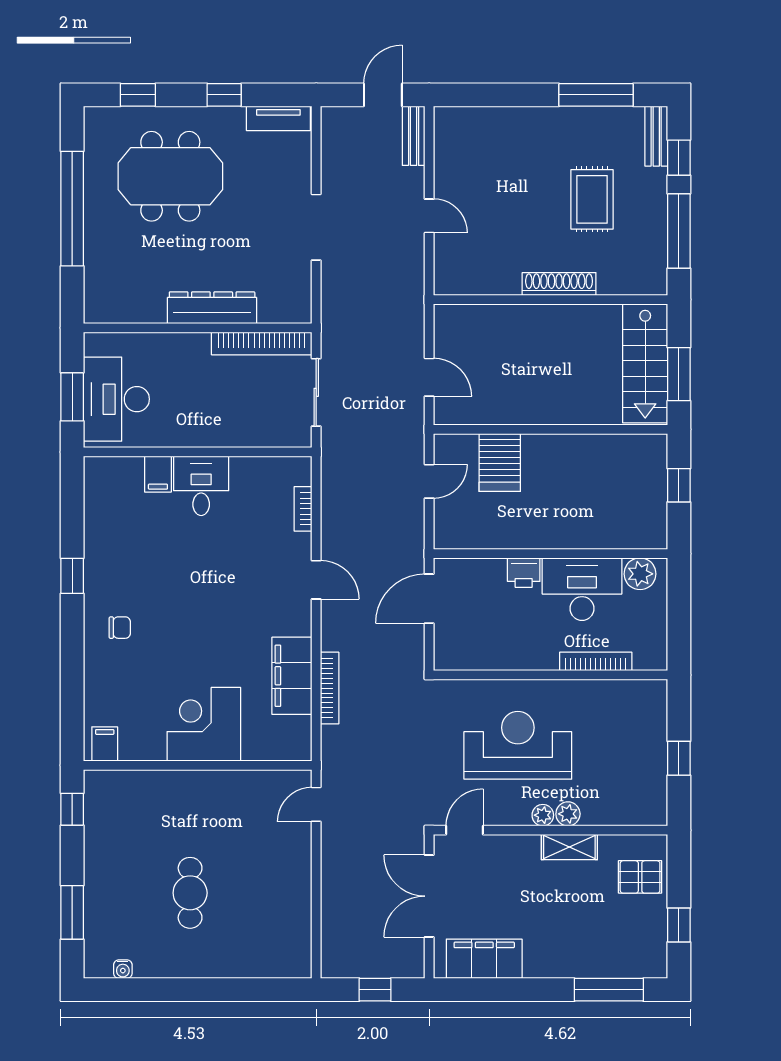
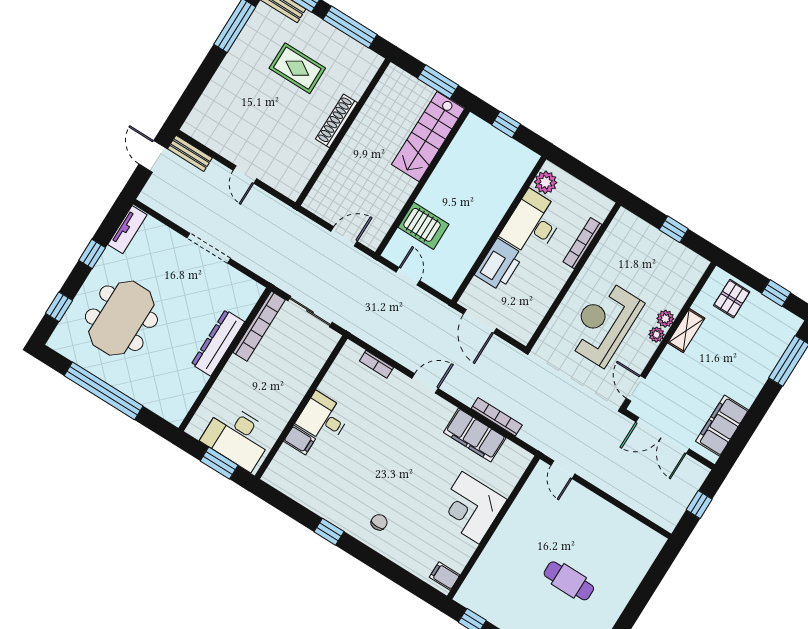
door: (429, 216) -> (245, 174), swing flipped
stairs: (645, 363) -> (428, 137), moved, turned 90
printer: (524, 573) -> (499, 265), width x1.87, depth x1.48

